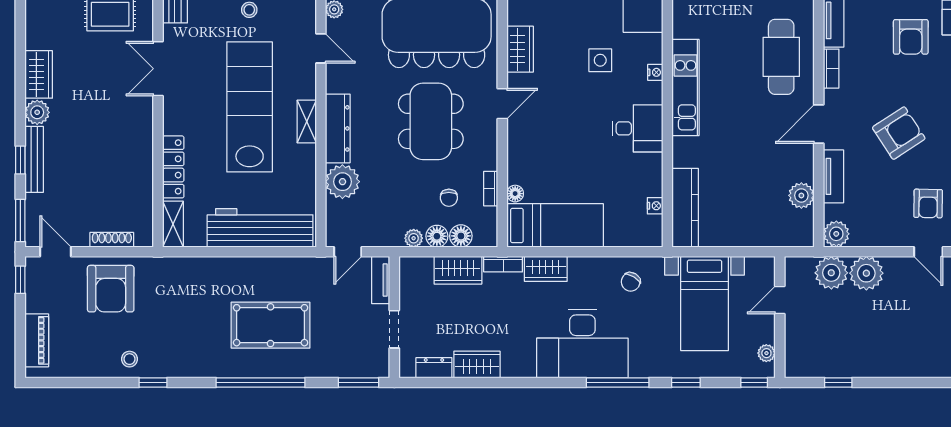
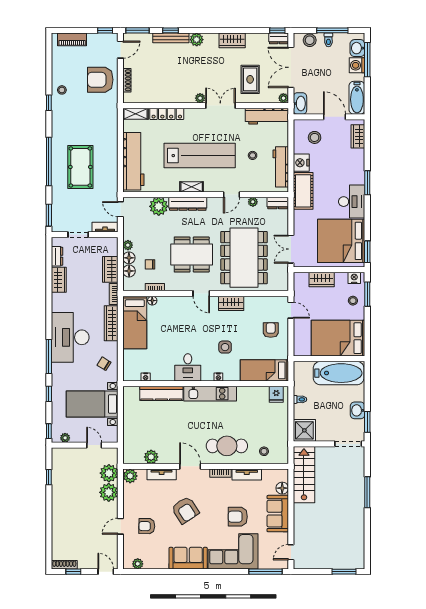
wardrobe: (39, 74) -> (232, 40), moved
plant: (144, 106) -> (200, 98), added
kitchen counter: (685, 208) -> (161, 393), moved
wardrobe: (546, 269) -> (111, 323), width x1.50

